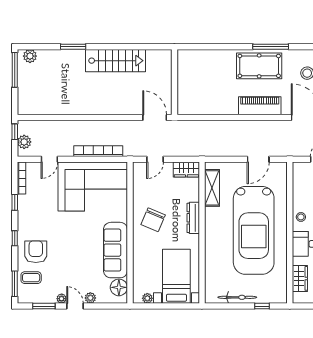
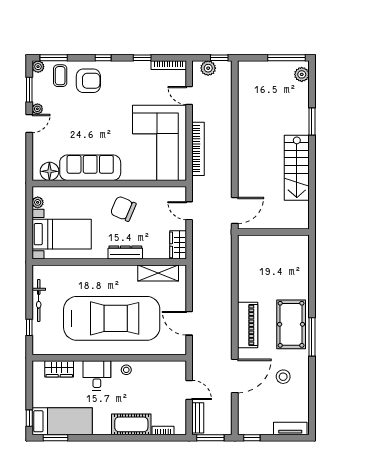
car: (254, 230) -> (112, 318), turned 180
plant: (90, 298) -> (38, 67), moved

